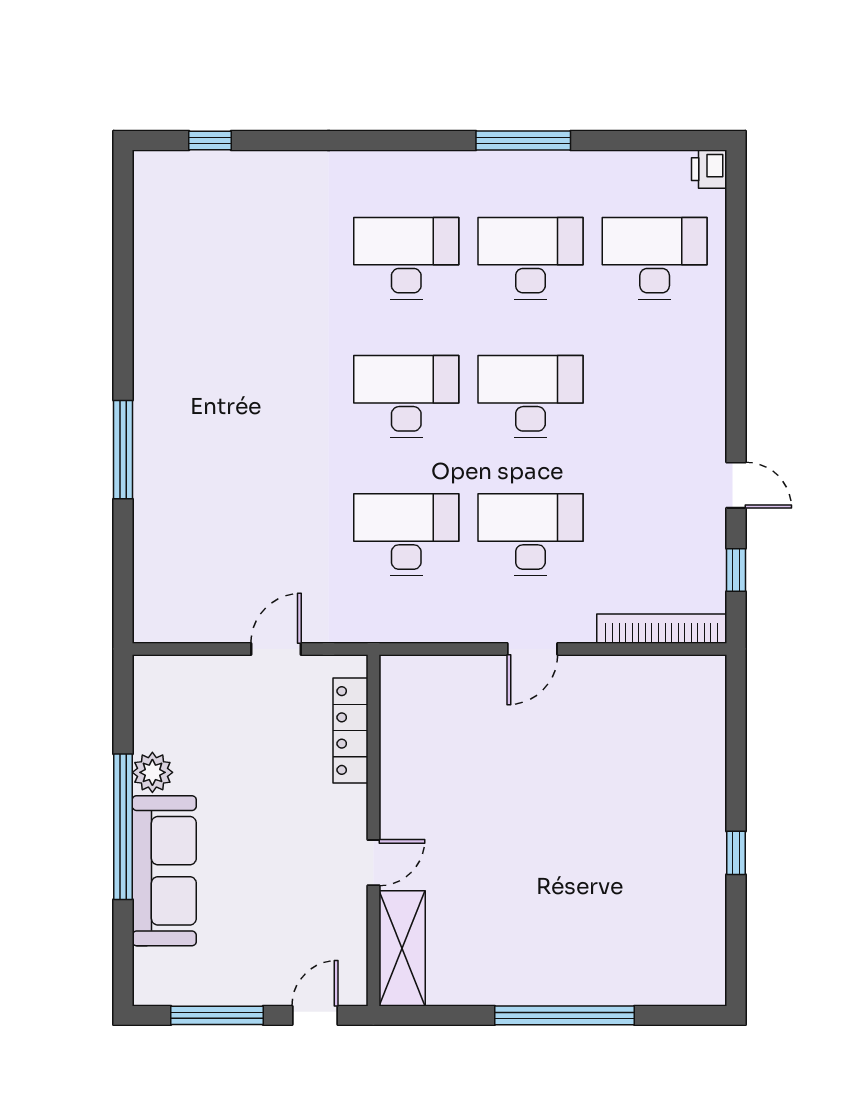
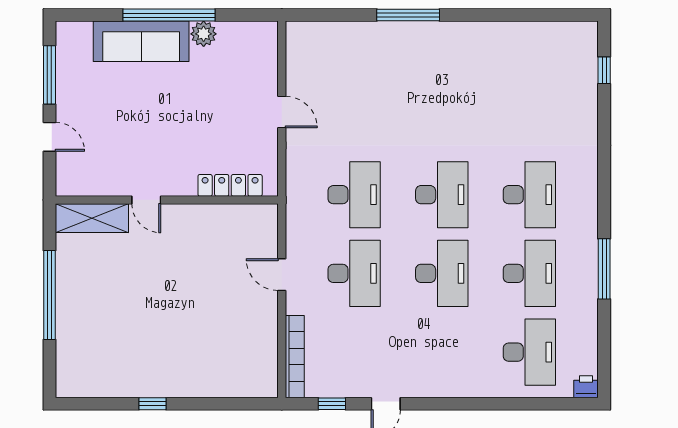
locker: (350, 731) -> (230, 185), moved
wall: (373, 830) -> (167, 200), moved
door: (373, 863) -> (146, 200), moved
shelving: (402, 948) -> (92, 218), moved

